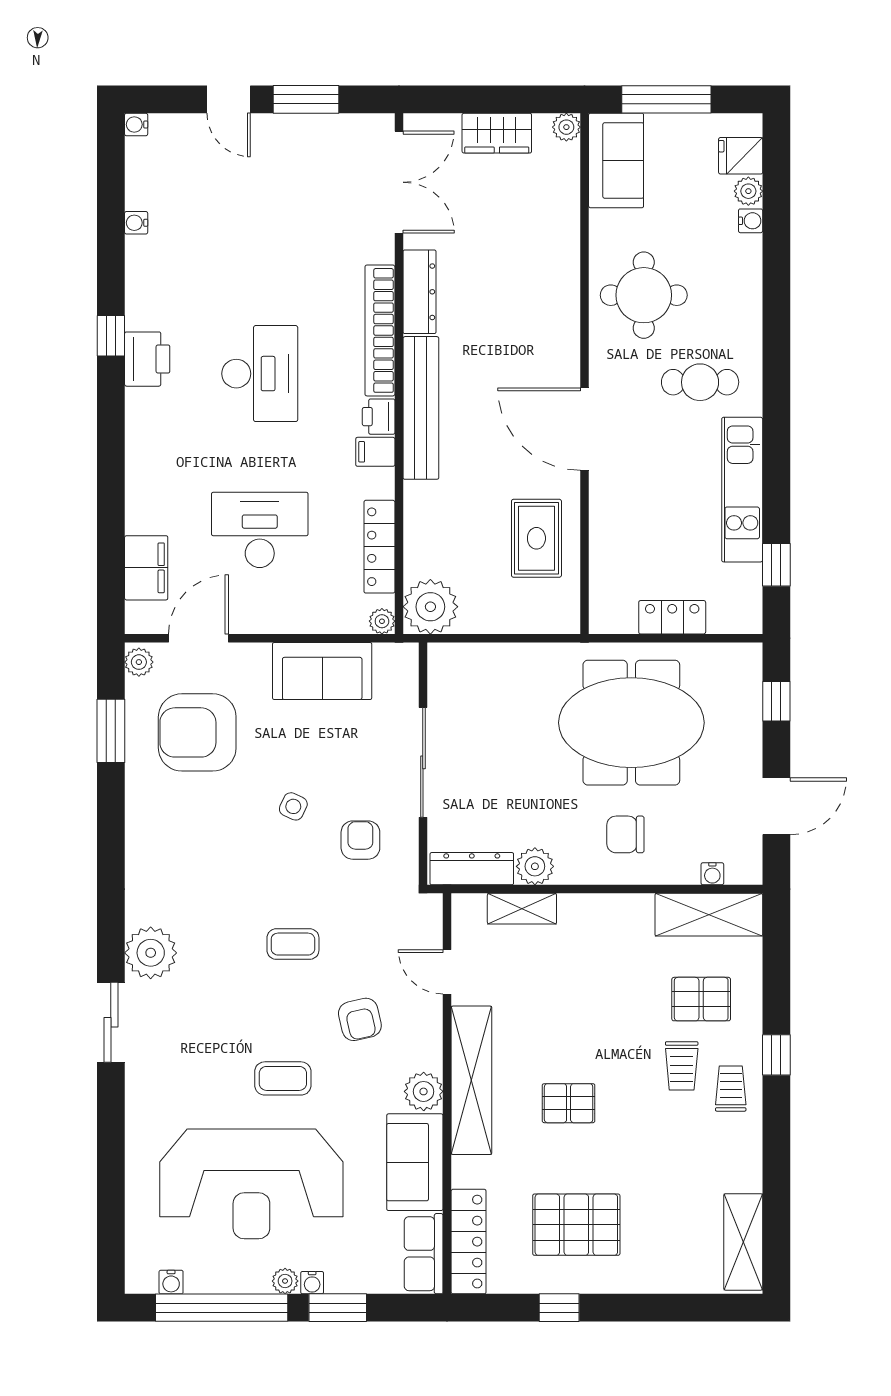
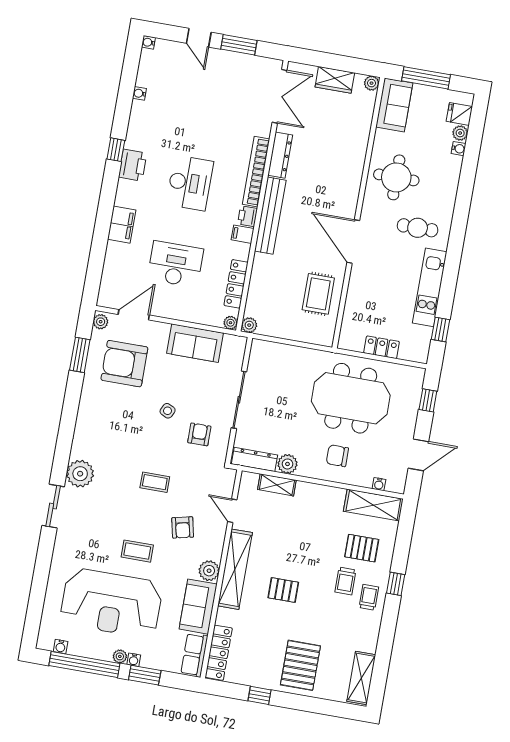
filing cabinet: (146, 568) -> (122, 225), moved
plant: (430, 607) -> (249, 325), width x0.53, depth x0.53
pallet: (576, 1225) -> (300, 665), moved, turned 90

